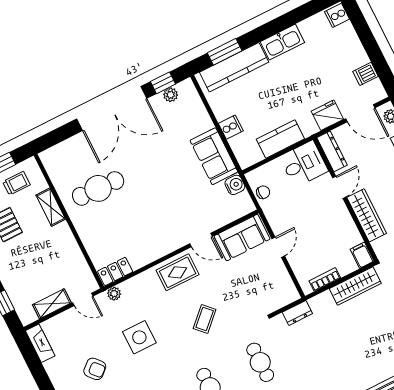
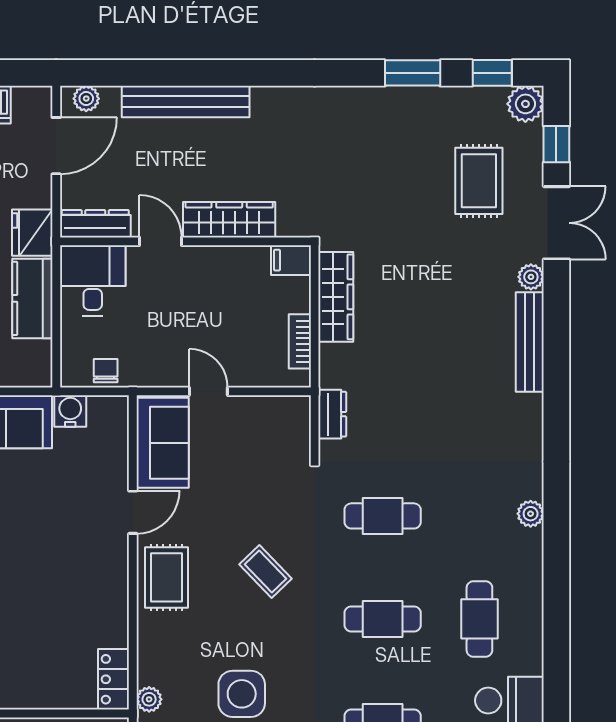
fridge: (327, 115) -> (32, 233), moved

